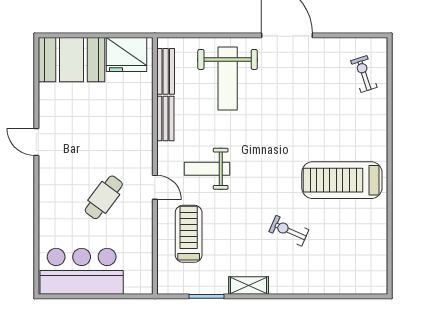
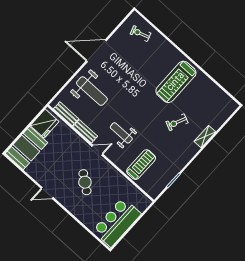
weight bench: (207, 169) -> (121, 133), turned 90
door: (155, 187) -> (97, 150), moved
cafe table: (104, 197) -> (85, 182), moved
treadmill: (189, 234) -> (141, 165), turned 90
shelving: (249, 285) -> (205, 137), moved

